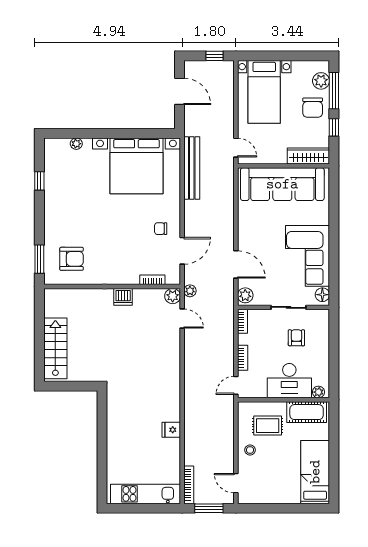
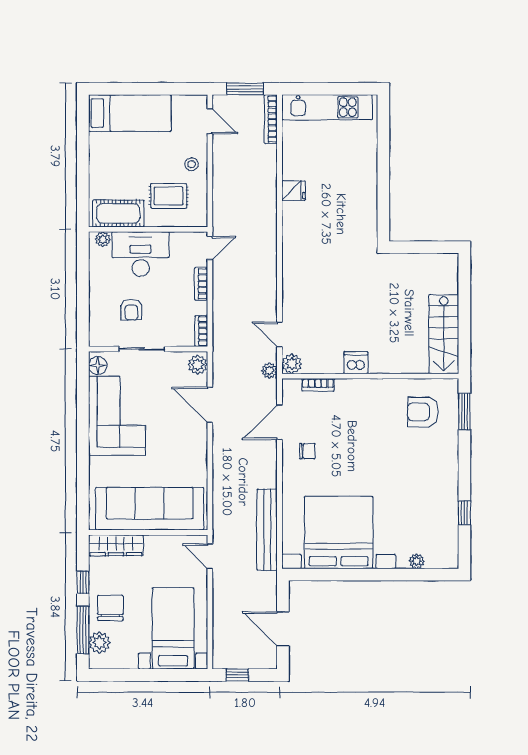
stairs: (55, 348) -> (444, 334), moved
bed: (315, 472) -> (130, 113), moved, turned -90

